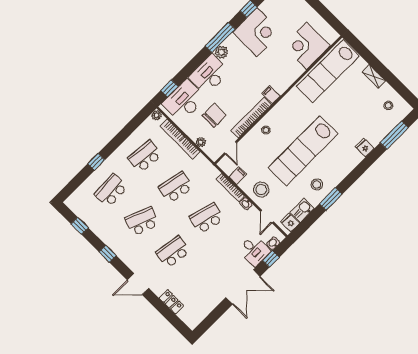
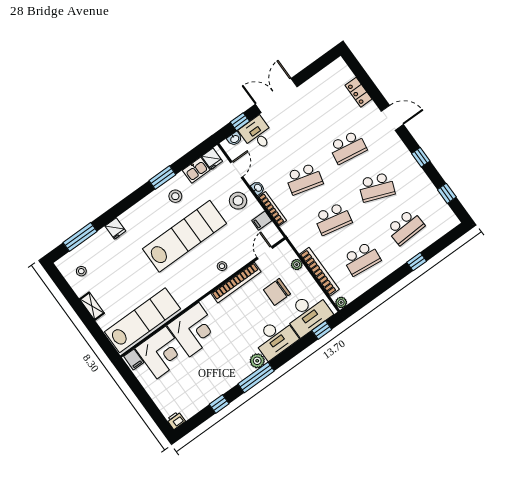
corner desk: (257, 32) -> (194, 330), moved, turned 180
filing cabinet: (271, 95) -> (134, 359), moved

